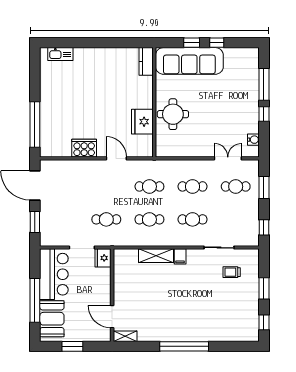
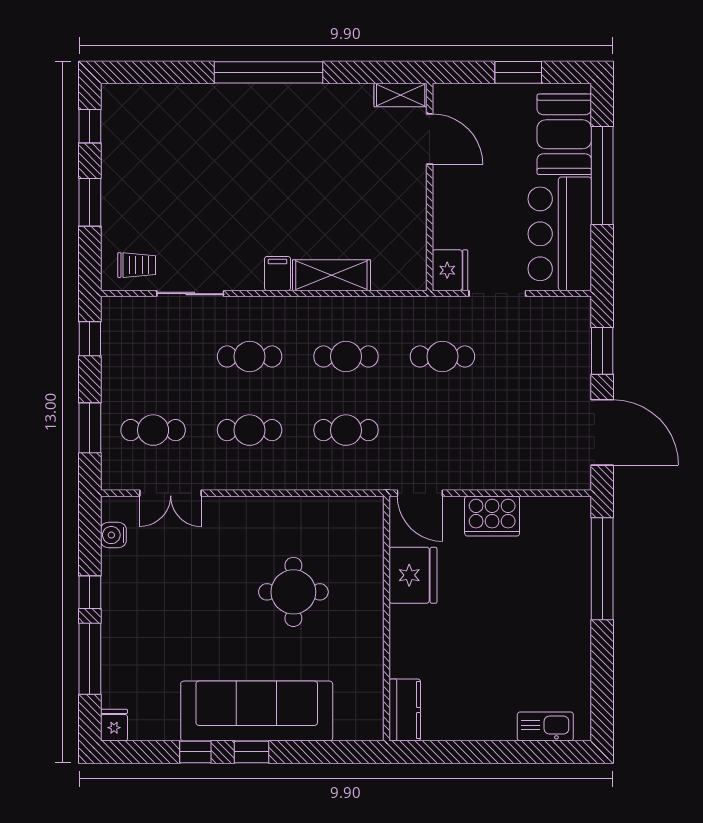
fridge: (253, 55) -> (114, 725), added
kitchen counter: (146, 61) -> (405, 710), moved
wall: (154, 102) -> (386, 618), moved
fridge: (142, 122) -> (413, 575), moved
trolley: (232, 272) -> (137, 265), moved

